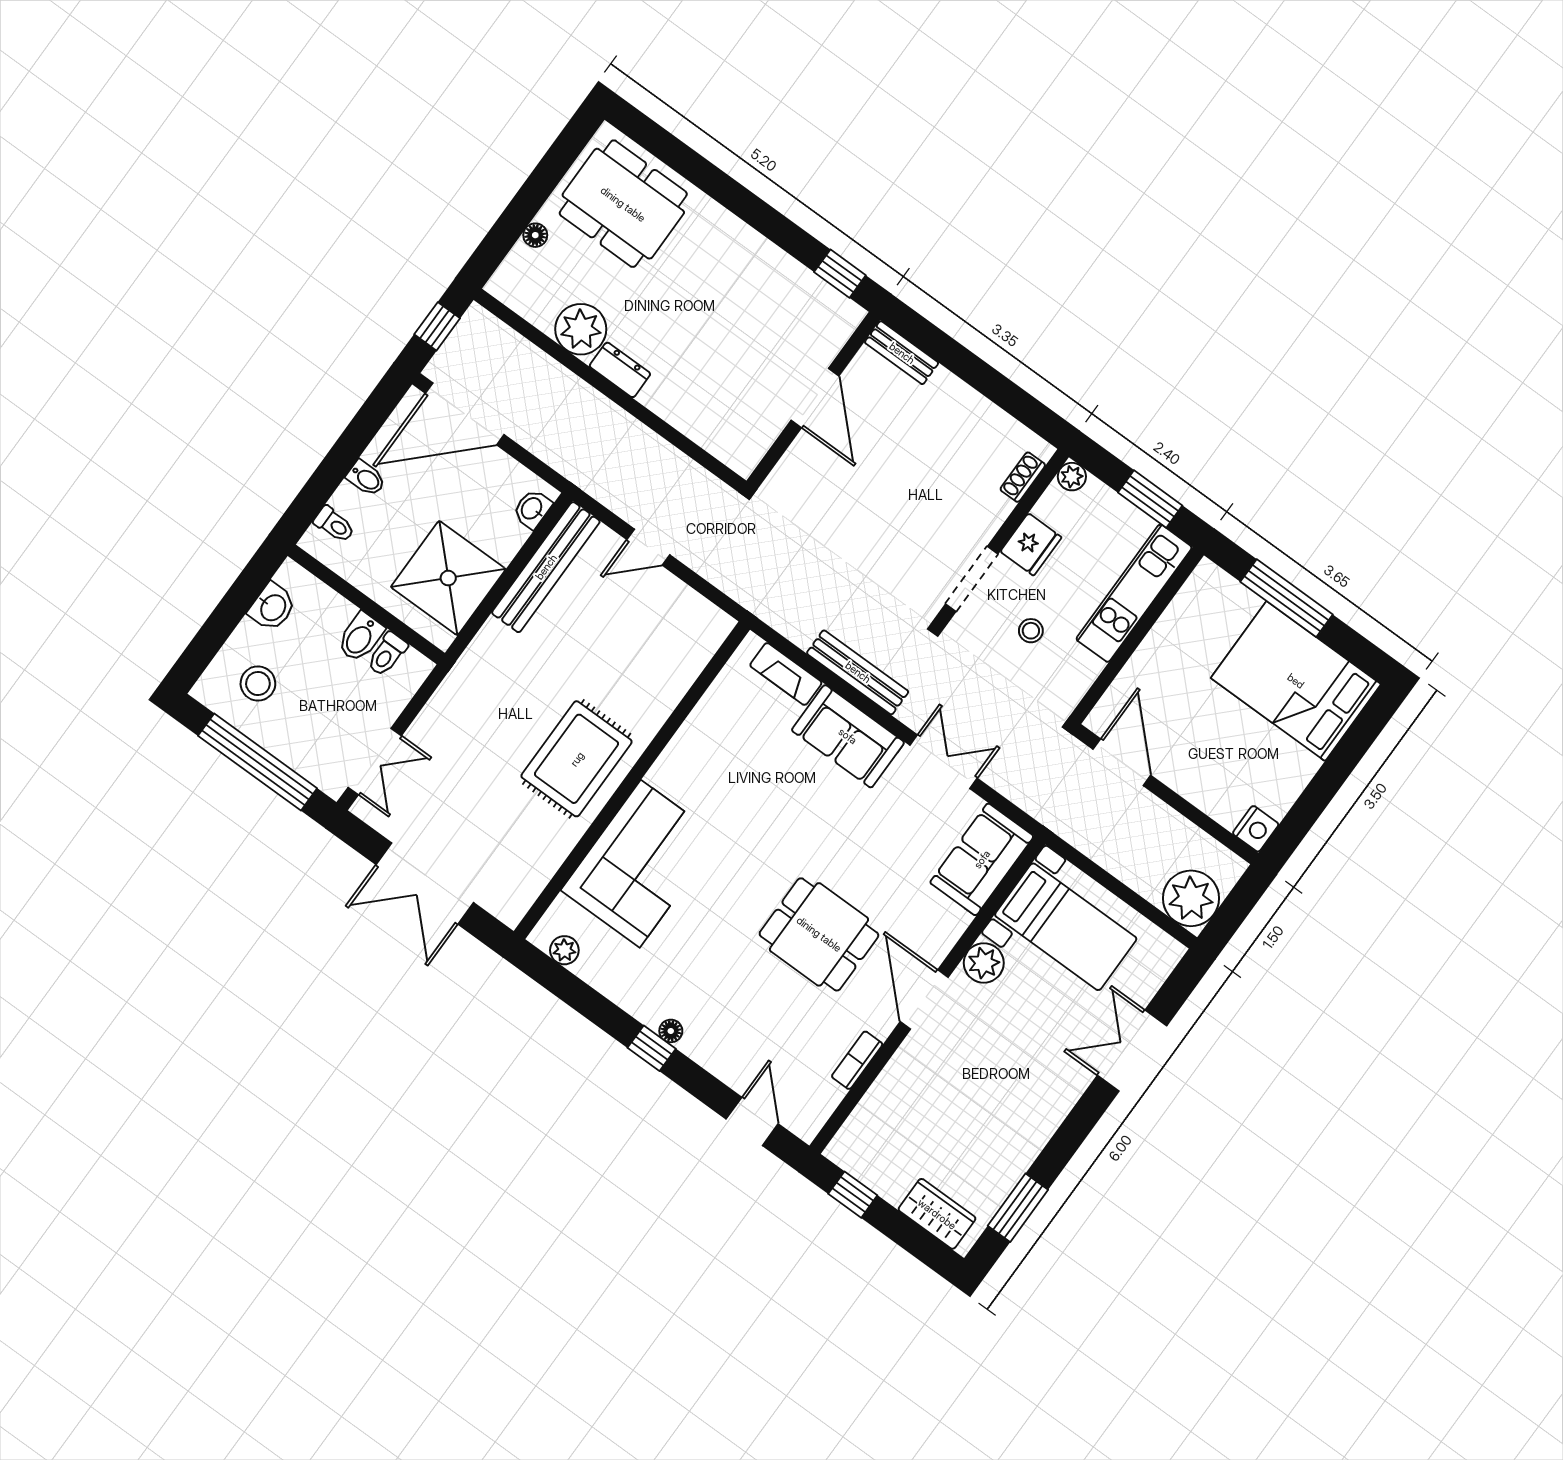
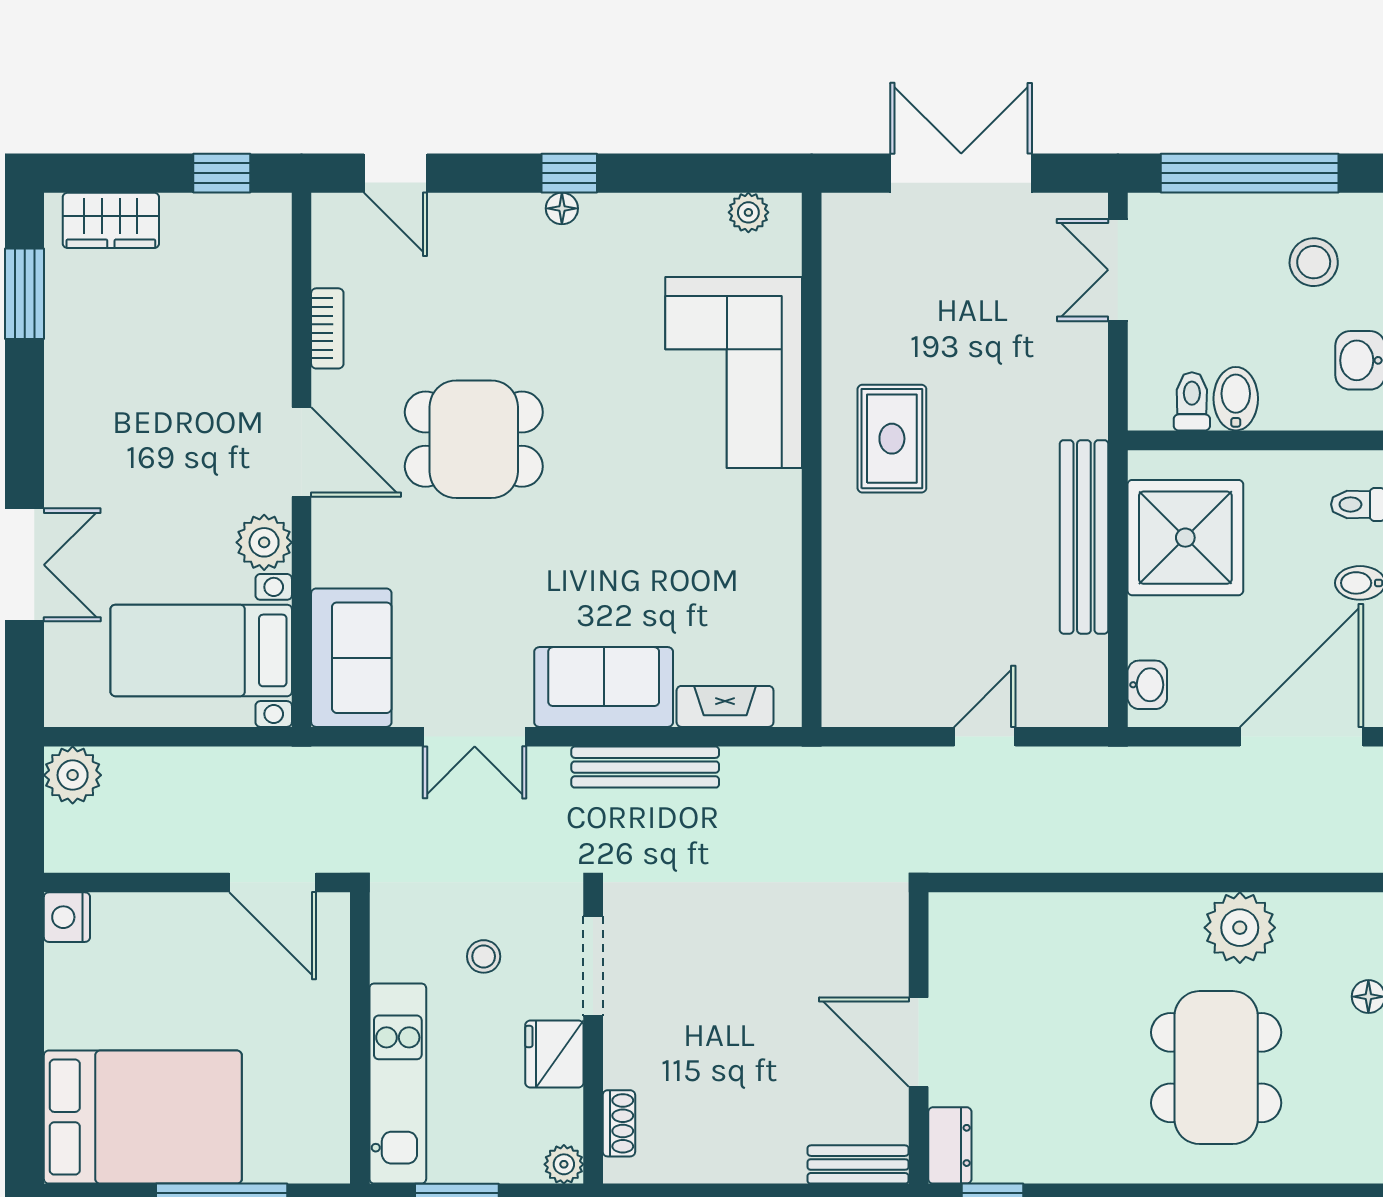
dining table: (623, 204) -> (1216, 1068), moved, turned 90
dresser: (620, 370) -> (950, 1145), moved, turned -90
bench: (546, 567) -> (1084, 537), moved
rug: (577, 759) -> (892, 439), width x0.73, depth x0.70
plant: (1191, 898) -> (73, 775), width x0.73, depth x0.73

